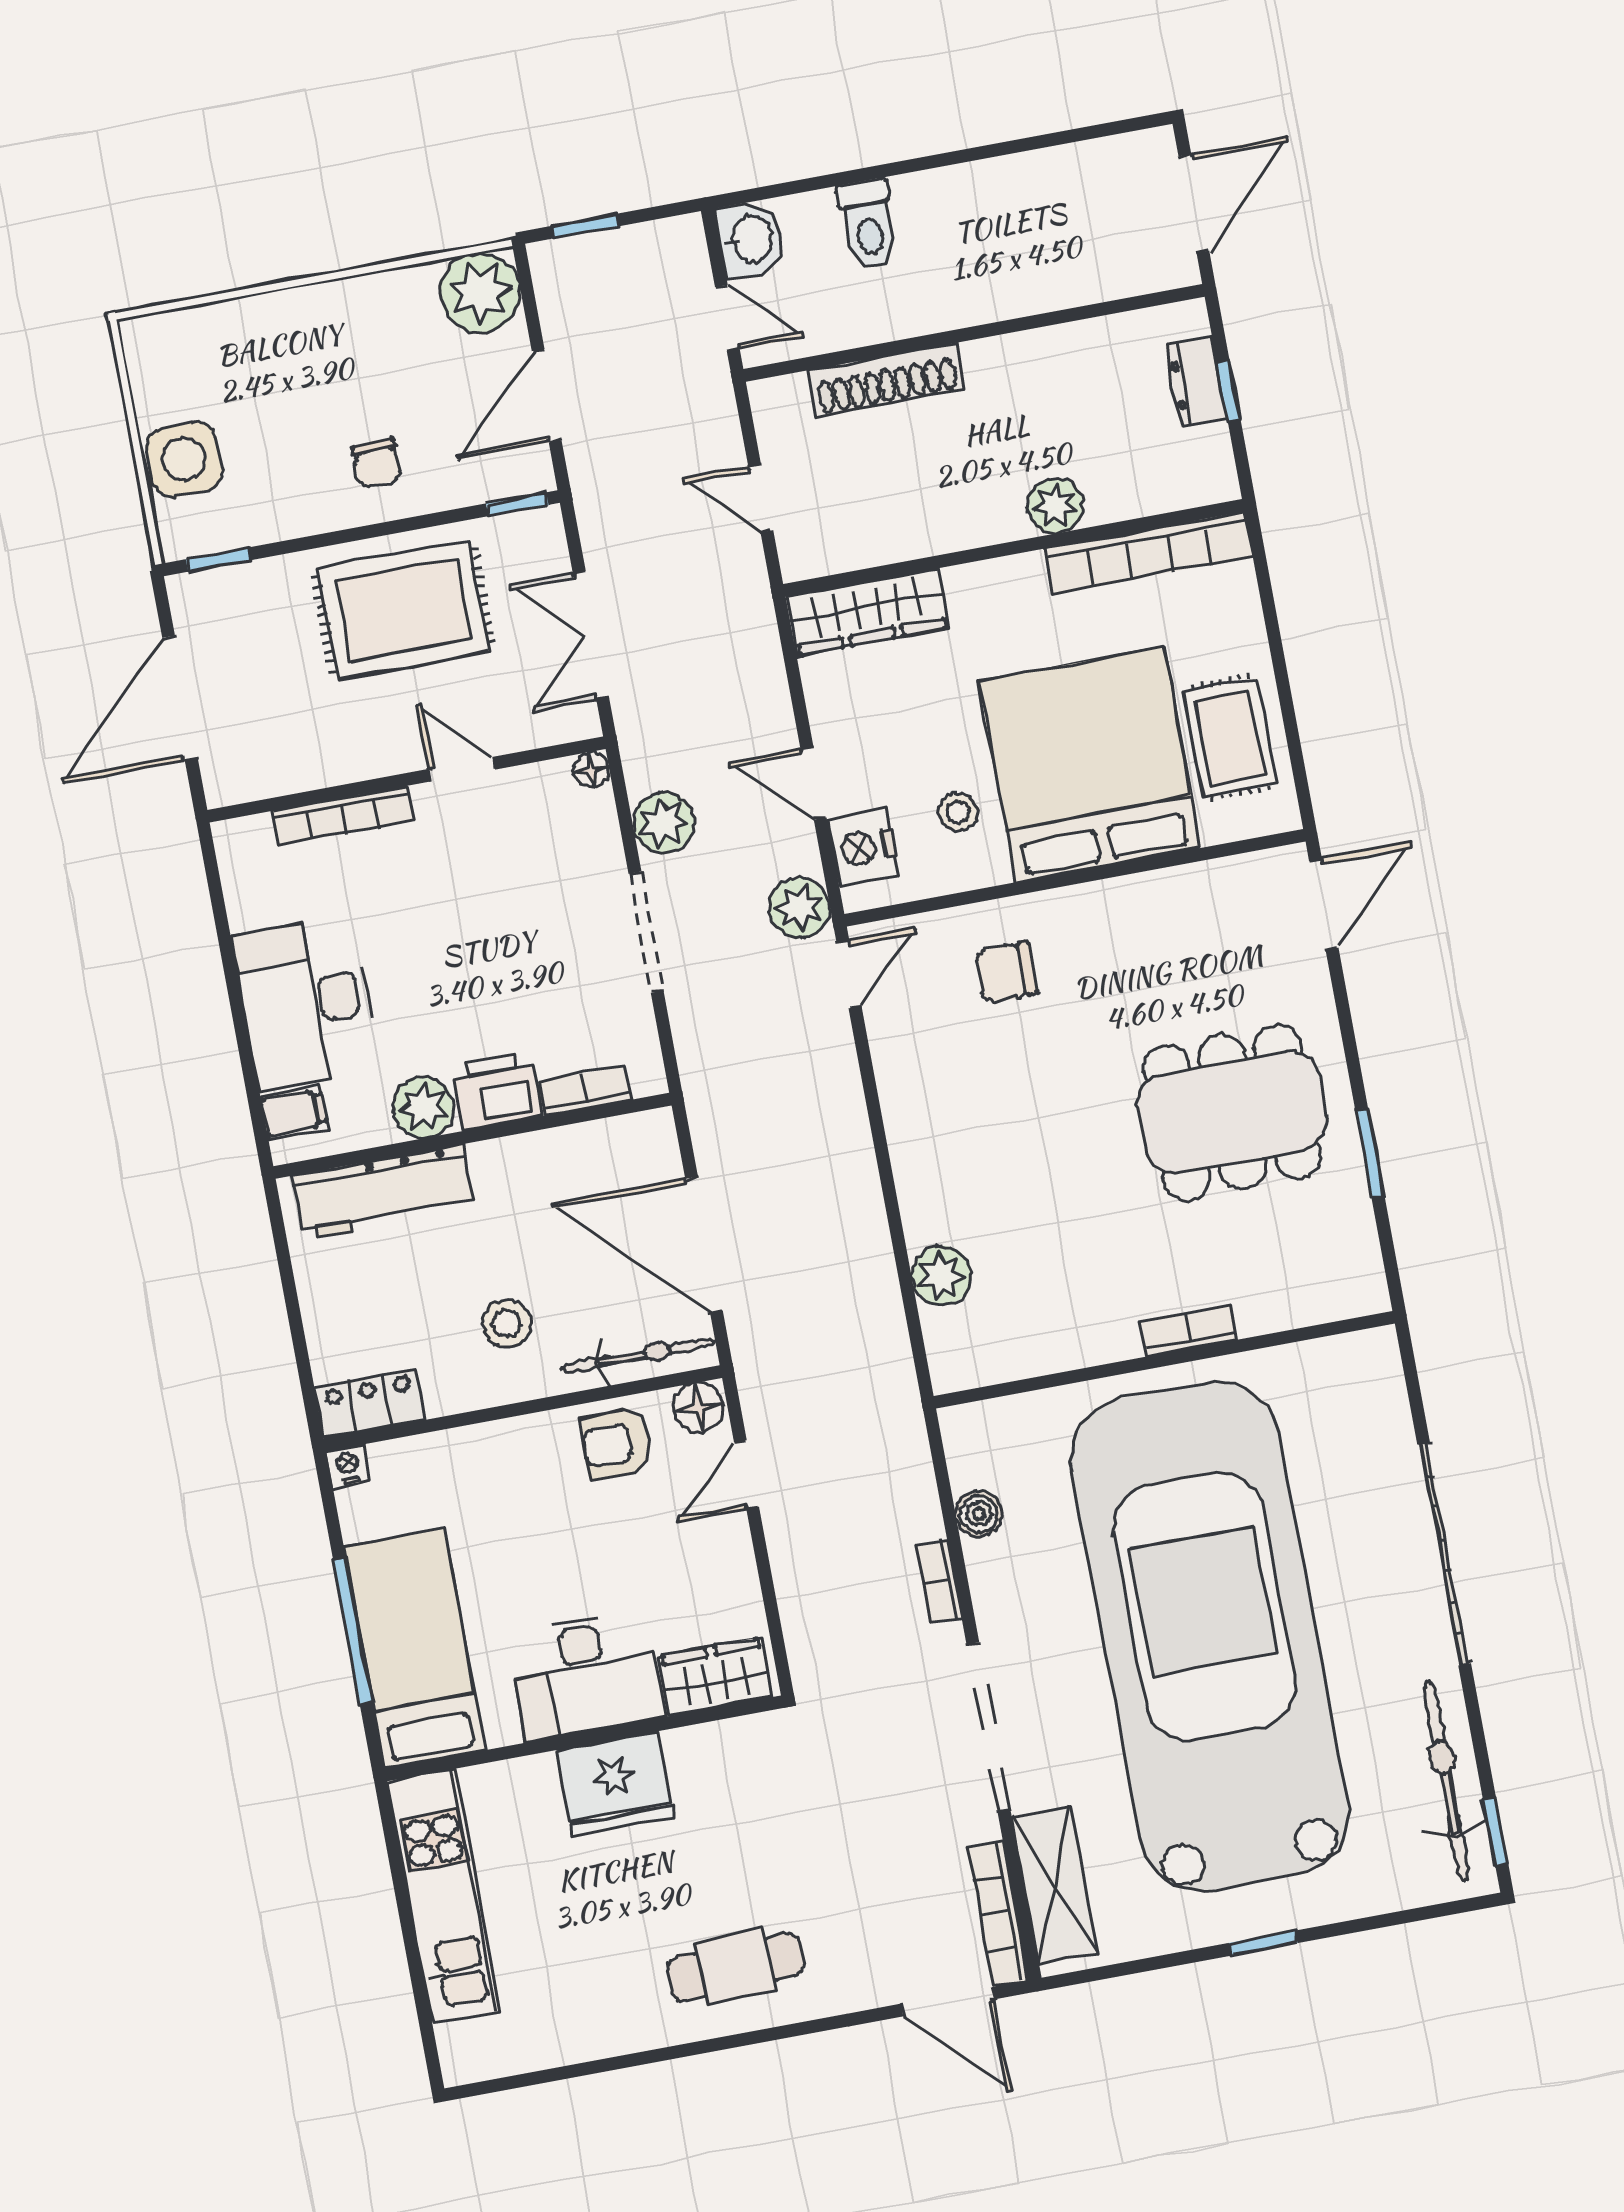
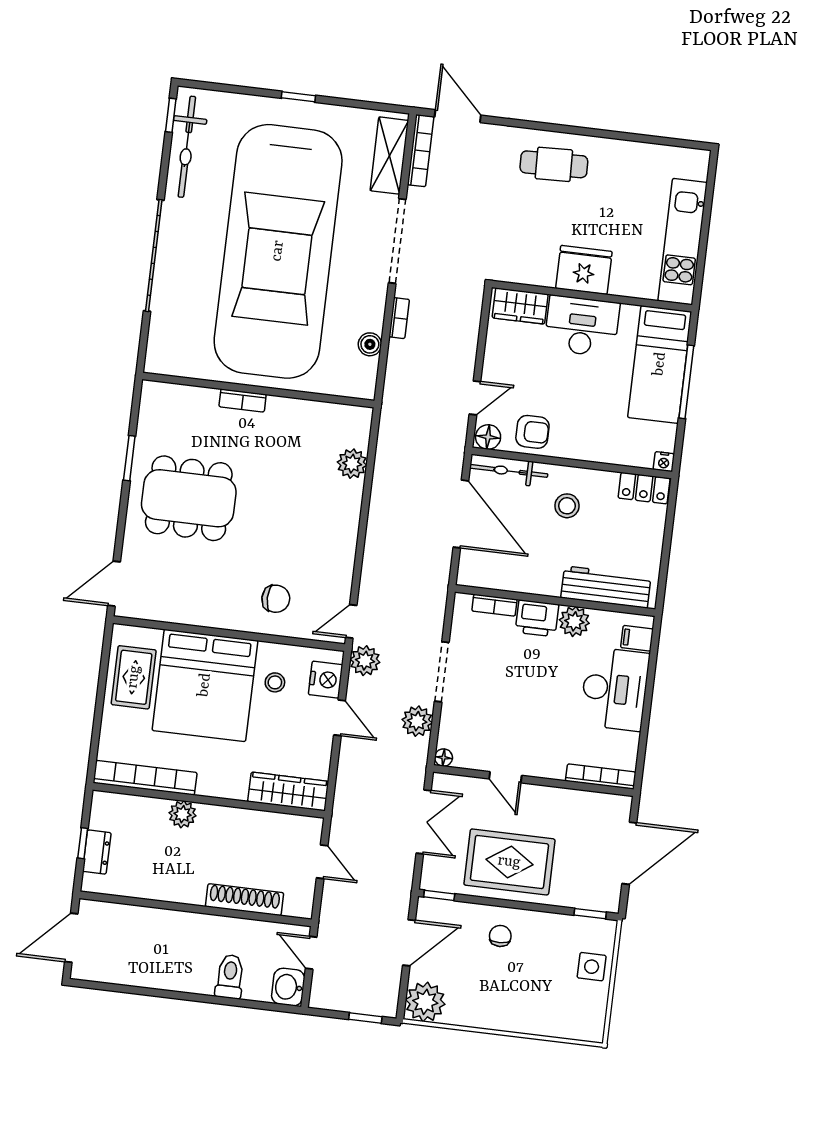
side table: (184, 459) -> (592, 967), width x0.73, depth x0.73
bookcase: (343, 816) -> (601, 777), moved

